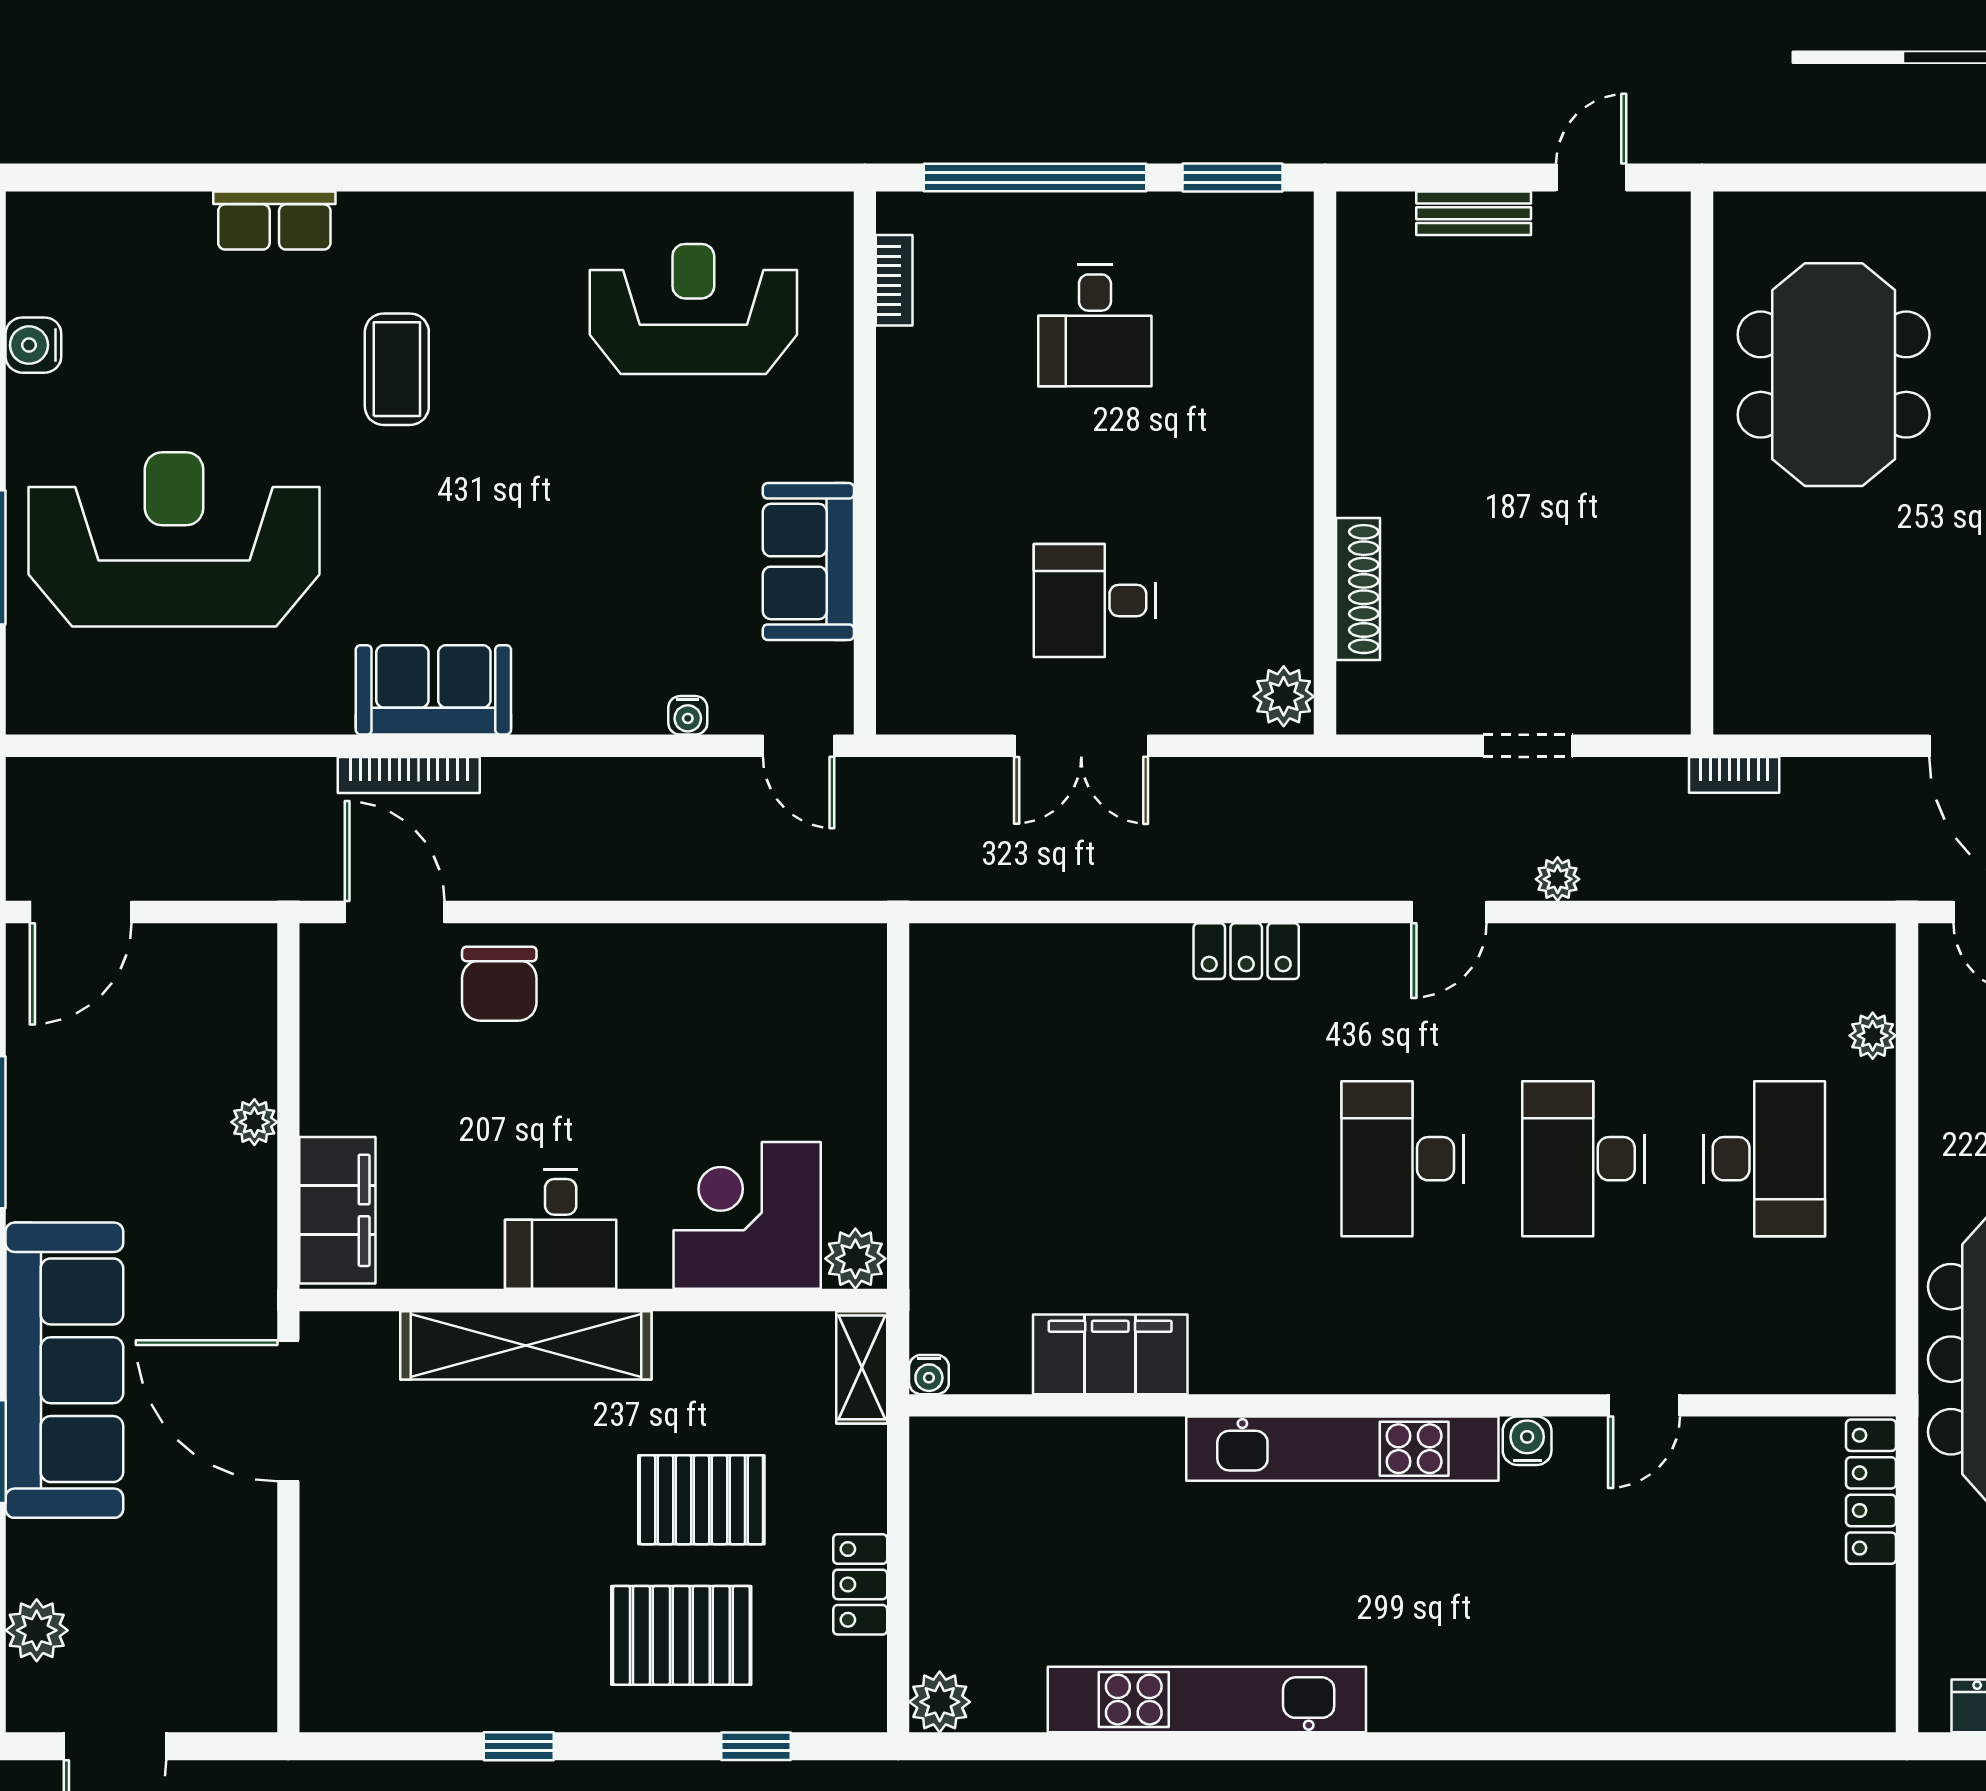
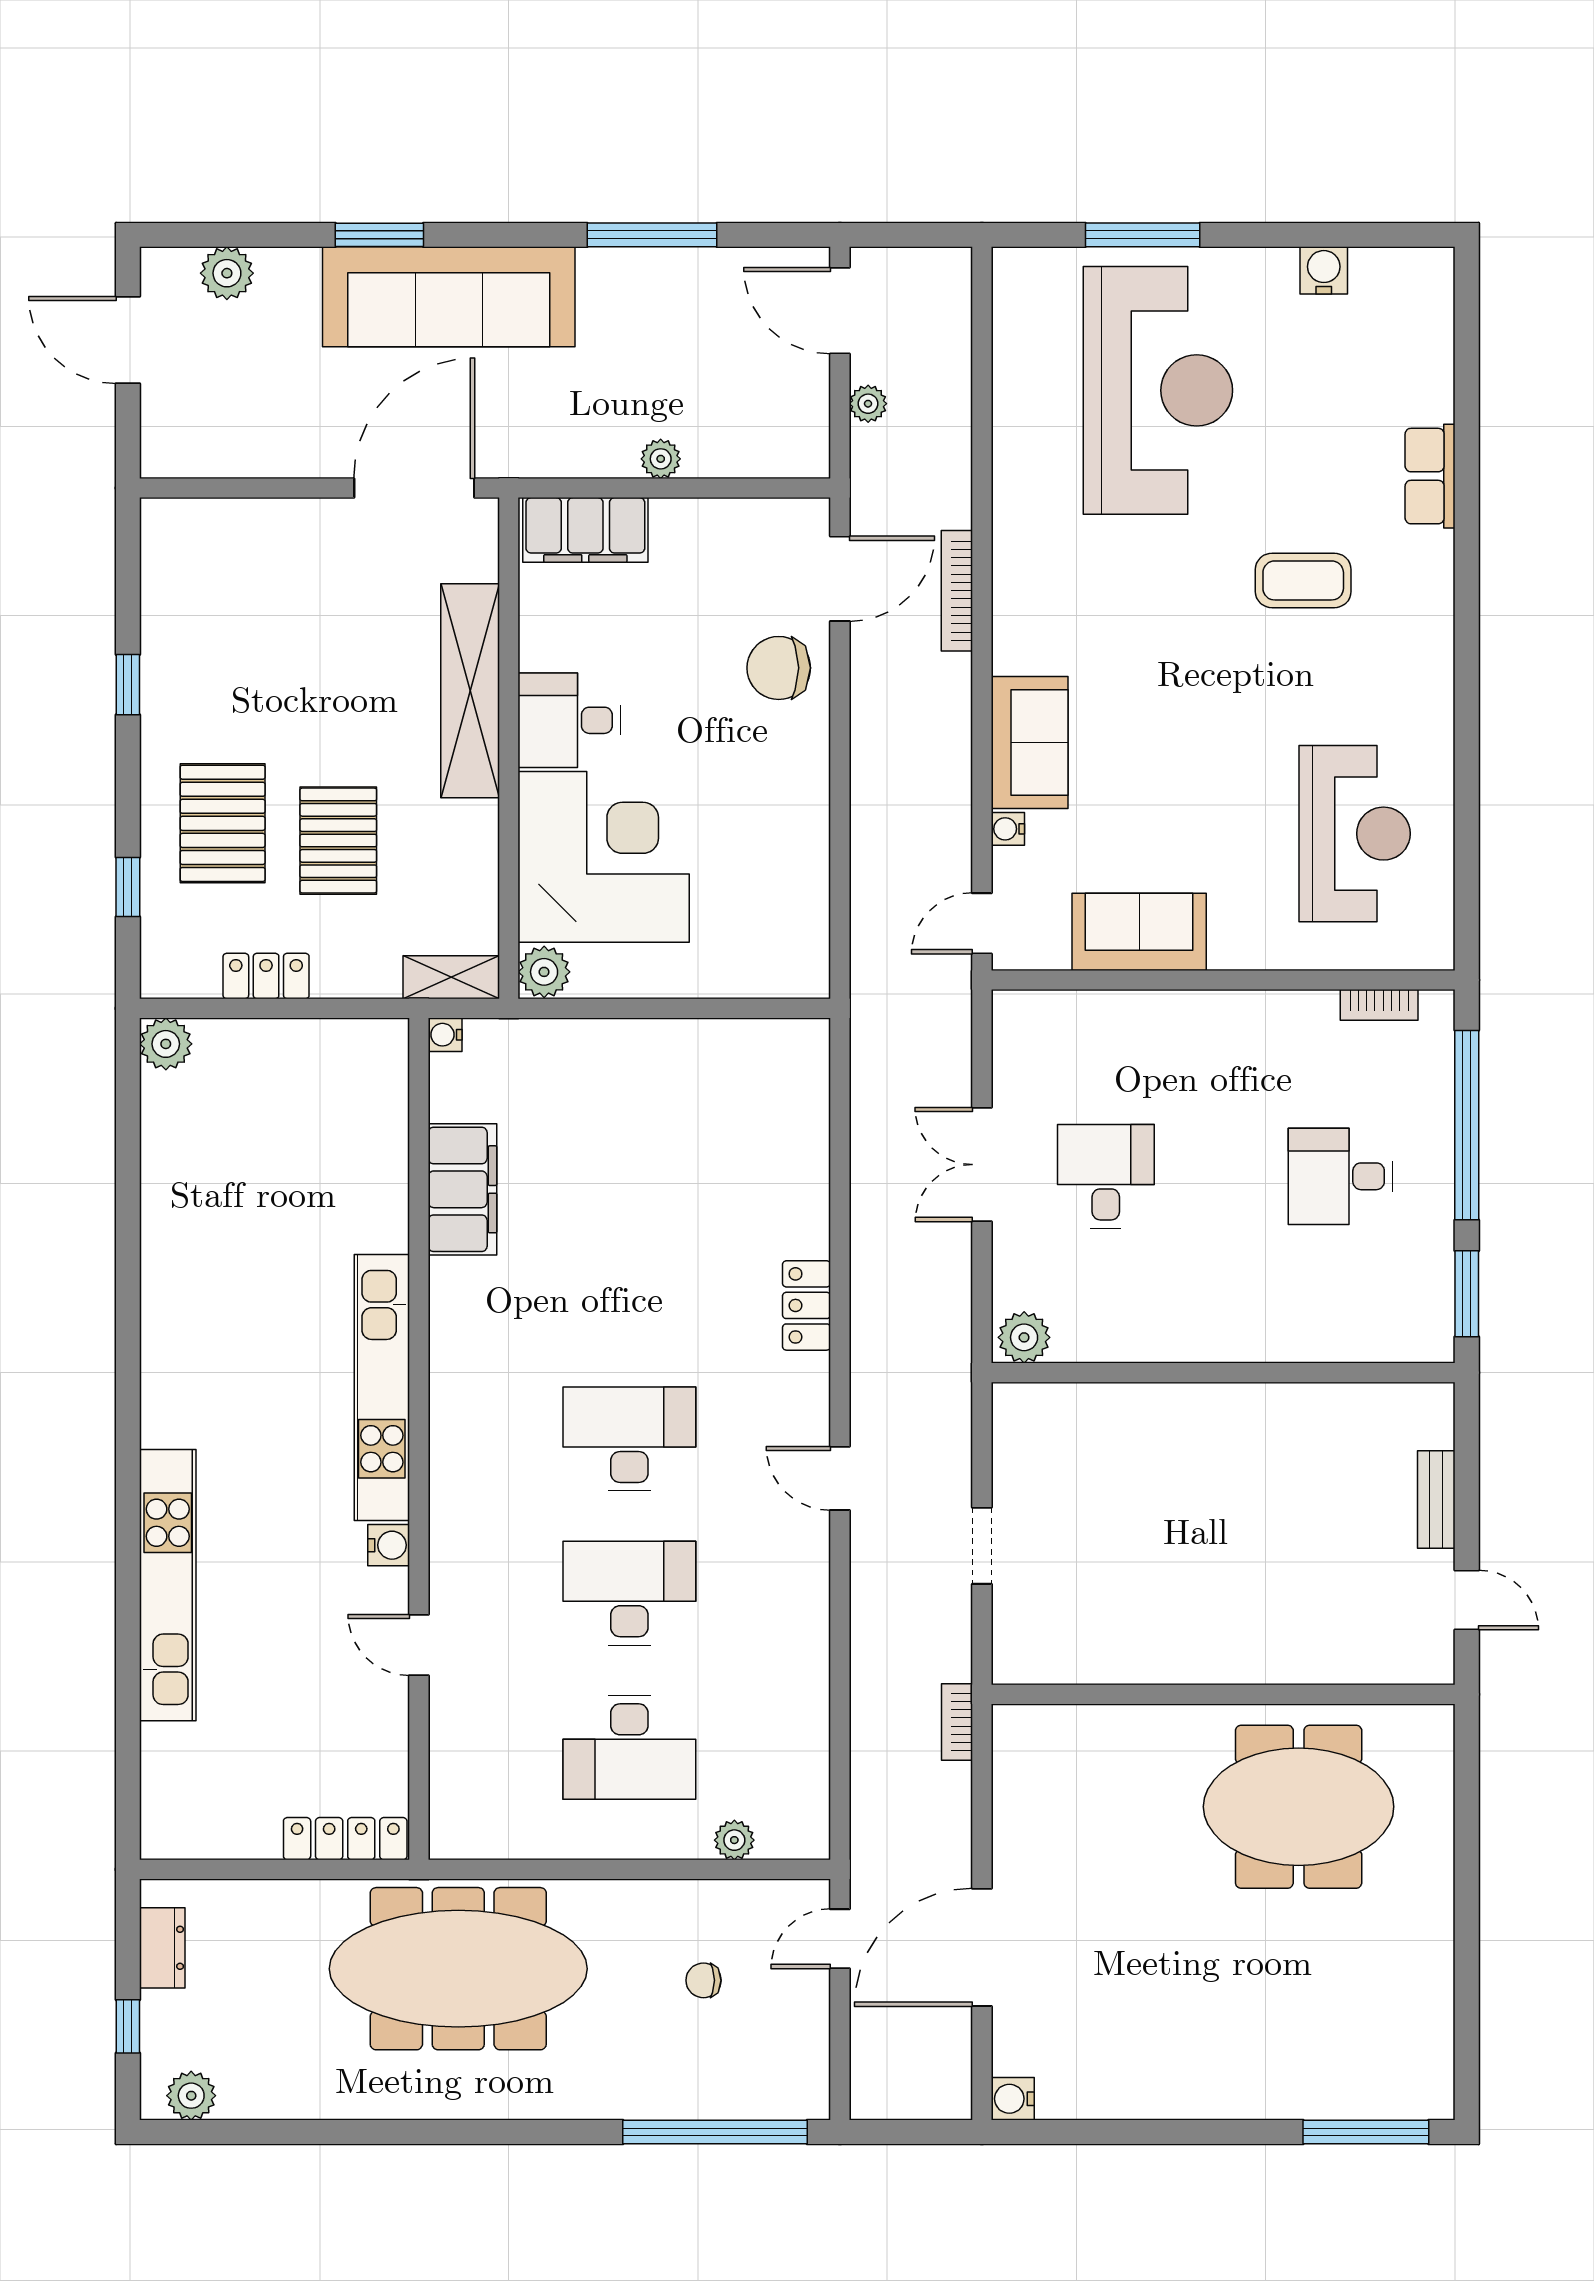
shoe rack: (1358, 589) -> (1115, 1401), removed
sofa: (433, 690) -> (1030, 742), moved
plant: (1558, 879) -> (868, 404), moved
corner desk: (747, 1215) -> (604, 857), width x1.36, depth x1.36
kitchen unit: (1207, 1700) -> (168, 1585), moved

